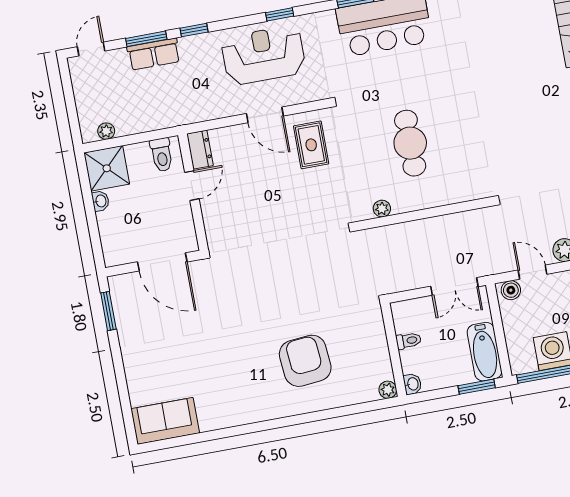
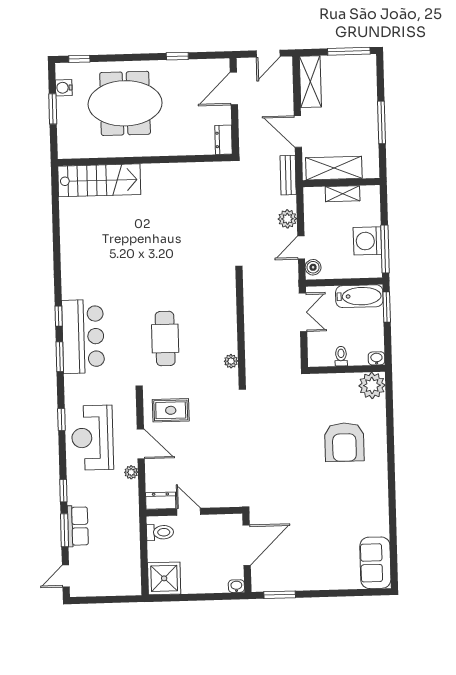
door: (91, 49) -> (66, 576), hinge flipped
door: (265, 115) -> (141, 444), hinge flipped
plant: (106, 131) -> (131, 472), moved
cafe table: (410, 143) -> (165, 339), moved, turned 90
washbasin: (101, 201) -> (236, 586), moved
armchair: (305, 361) -> (344, 442), turned -85
plant: (388, 390) -> (372, 385), width x1.88, depth x1.88

